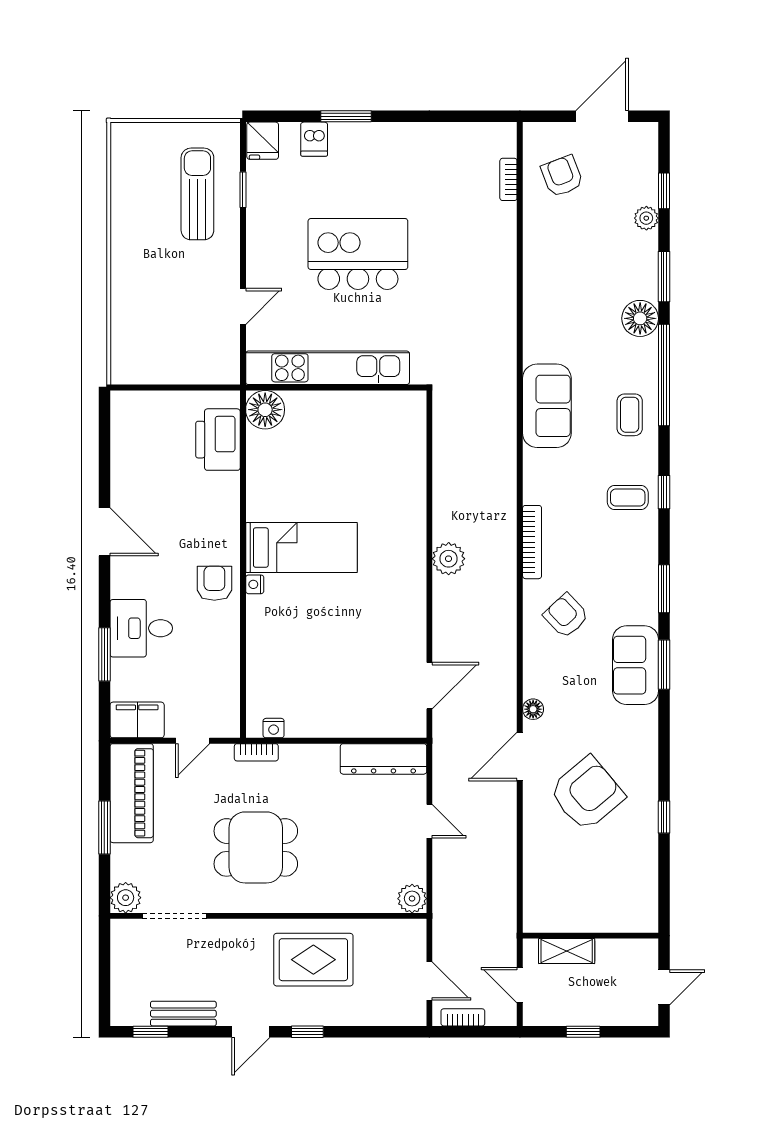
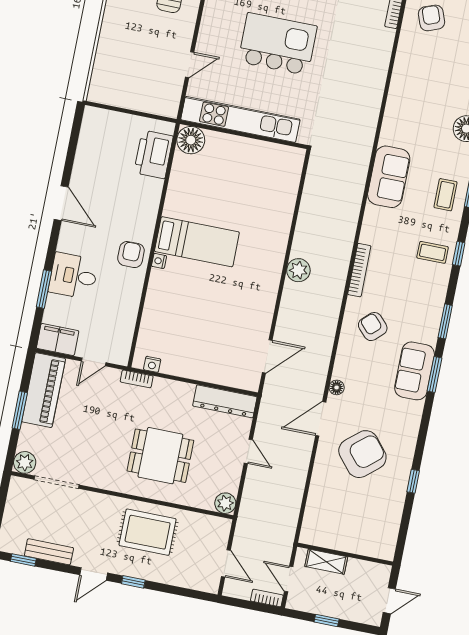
dining table: (256, 847) -> (160, 456), moved
bookcase: (463, 1017) -> (267, 598), moved

